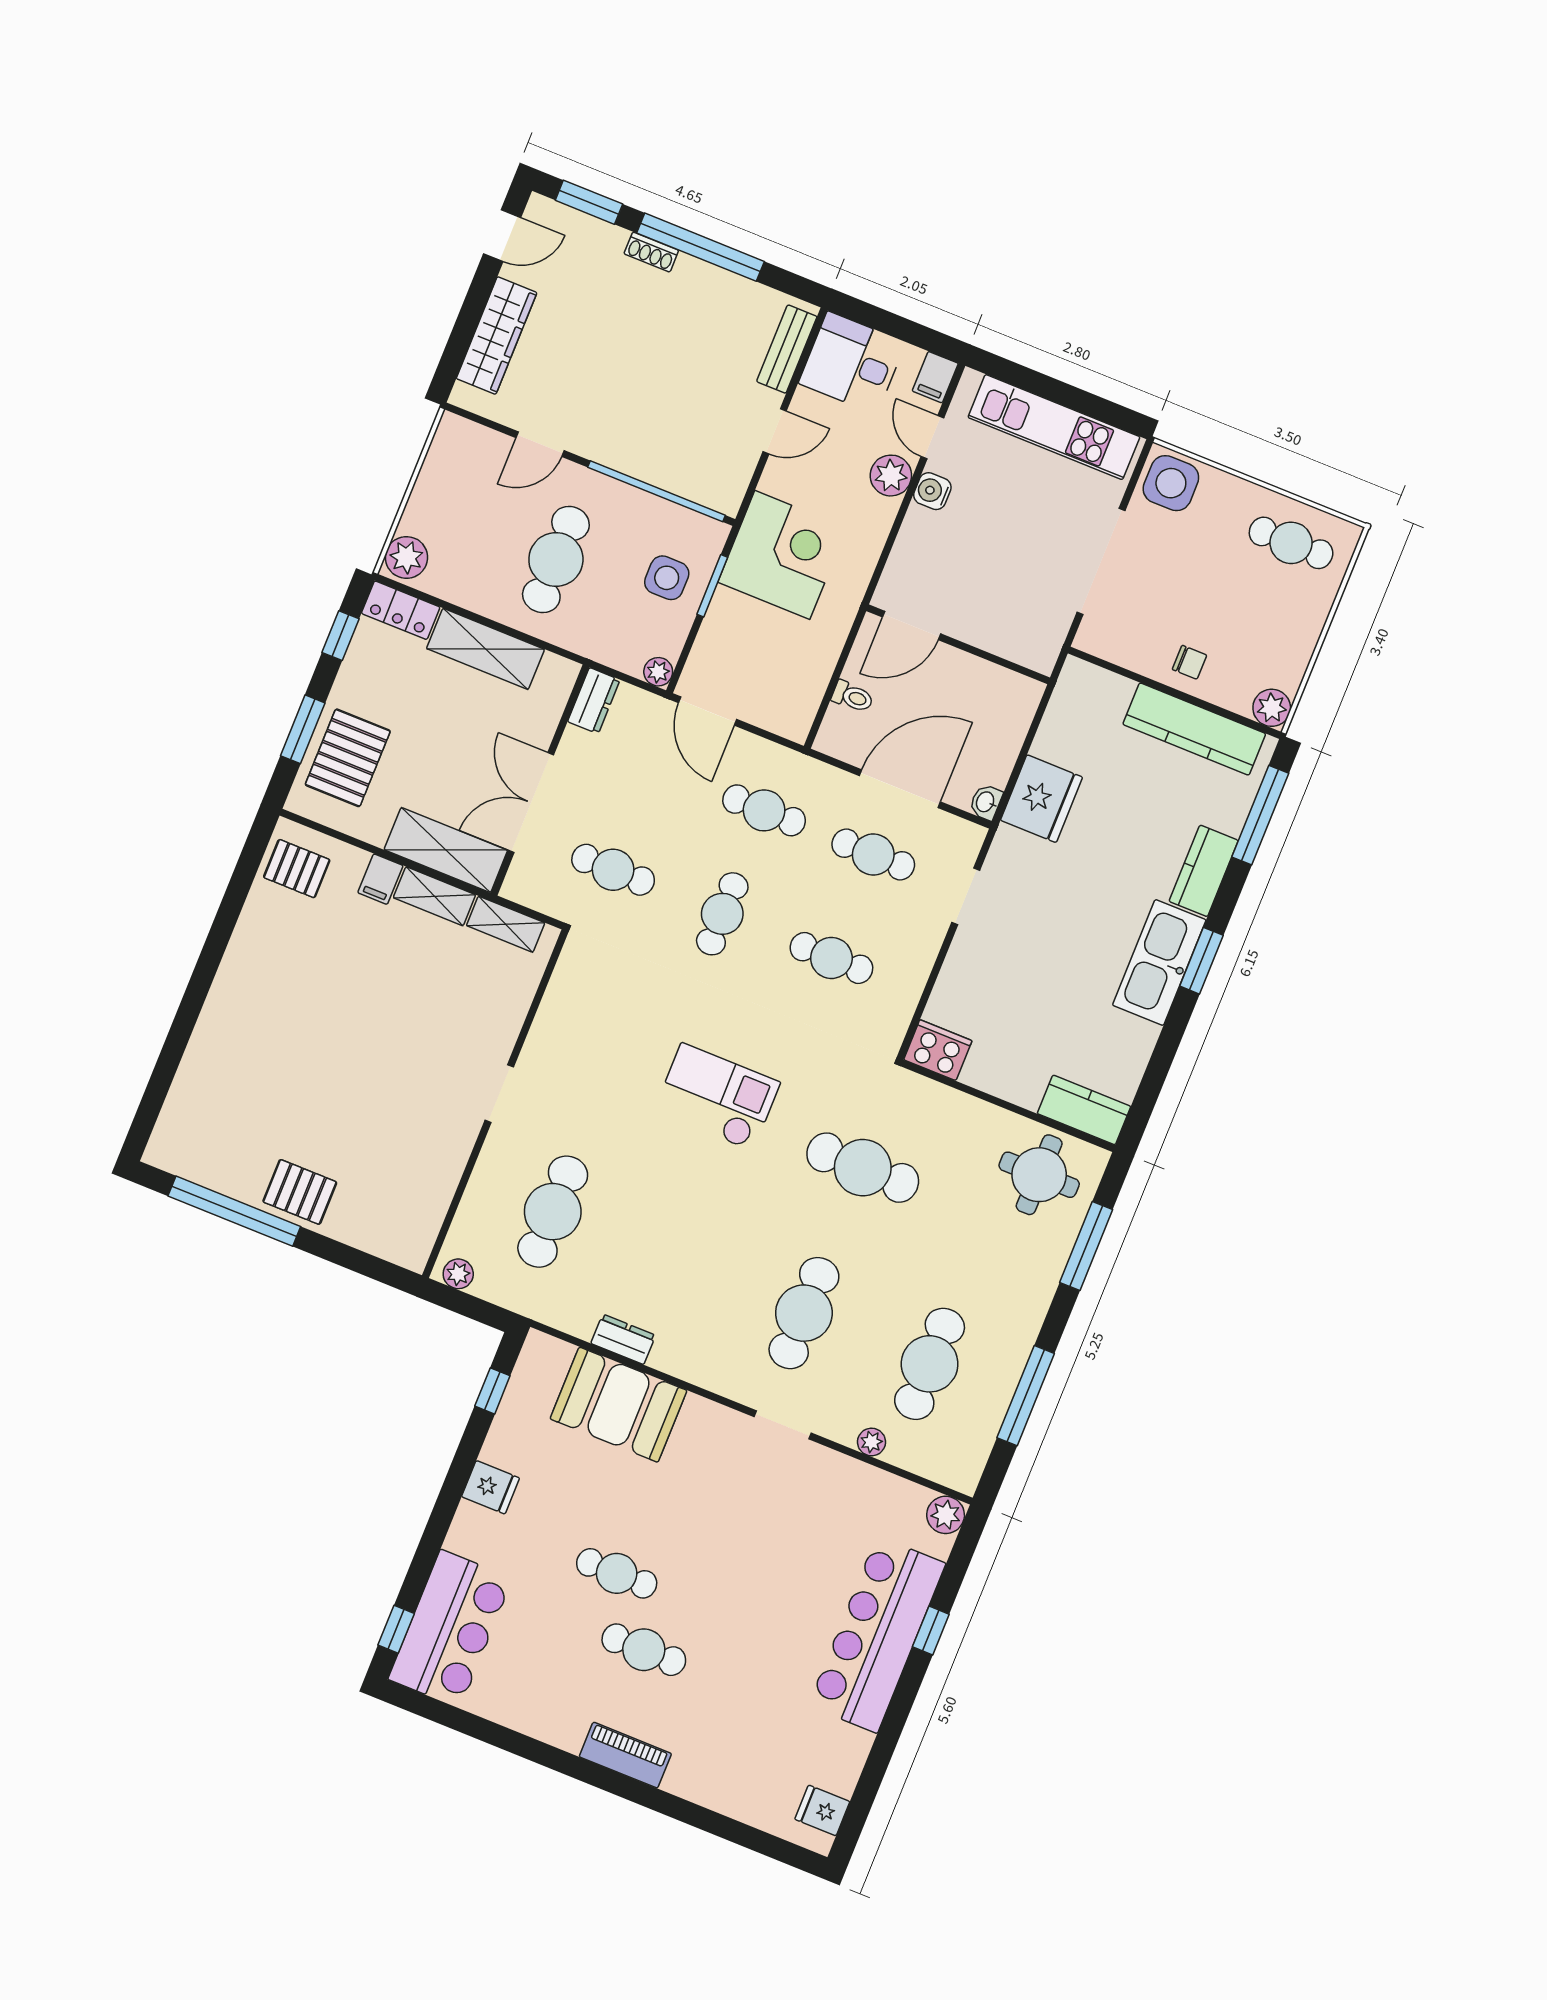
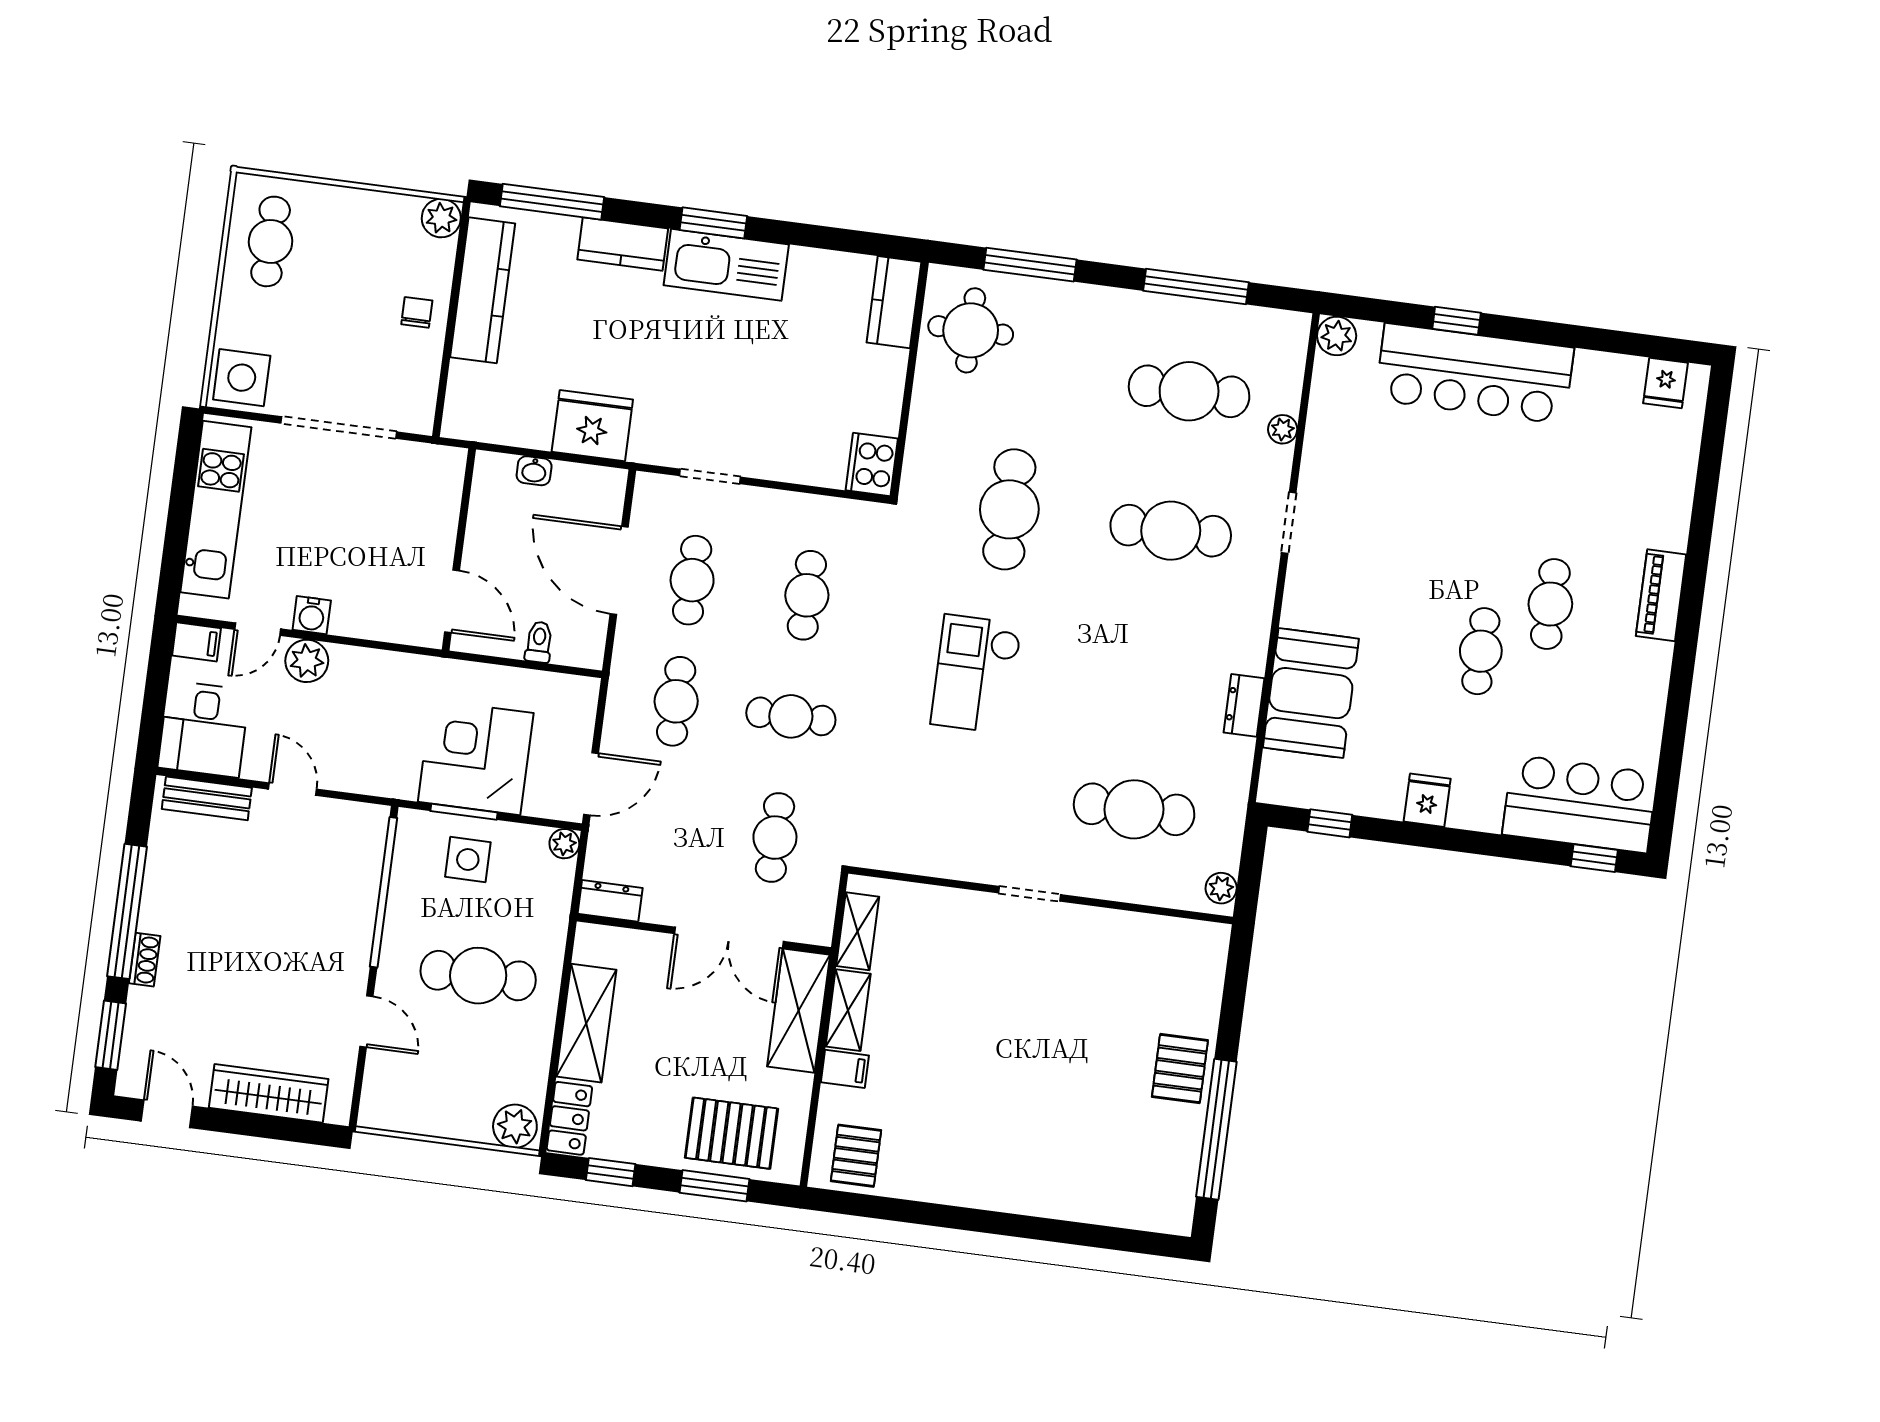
corner desk: (782, 555) -> (476, 757), moved
washbasin: (986, 802) -> (534, 471), moved

